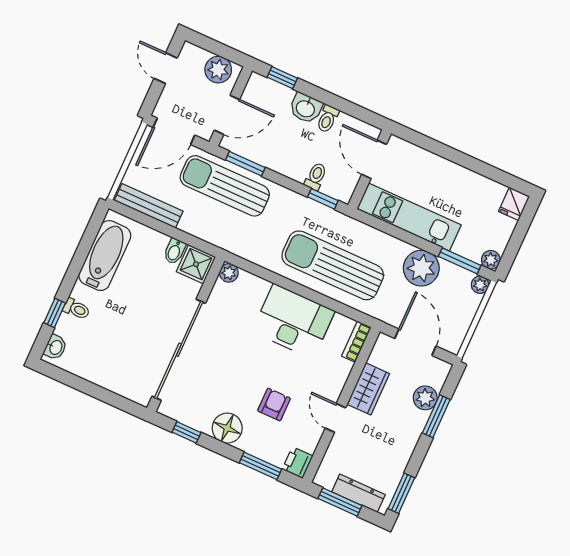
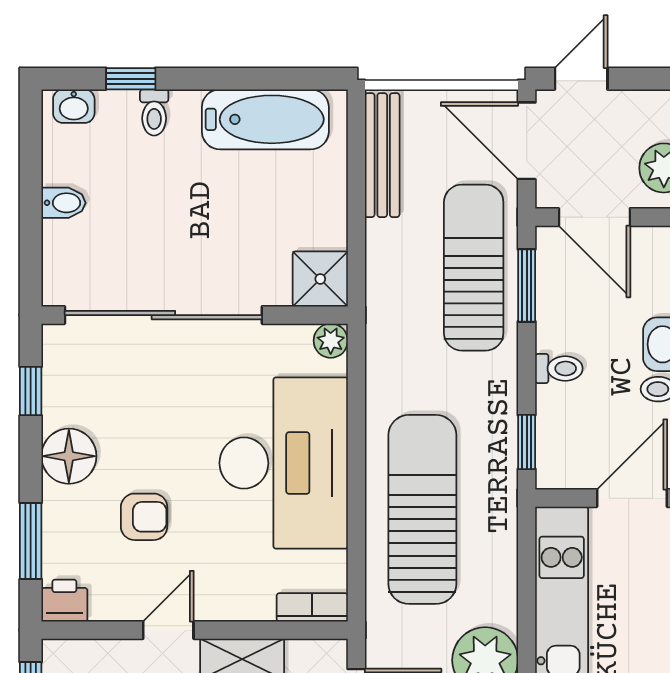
door: (166, 68) -> (581, 79), moved
toilet: (316, 176) -> (559, 368), moved
bidet: (175, 251) -> (63, 203), moved, turned 180
desk: (293, 321) -> (284, 463), width x1.36, depth x1.30

